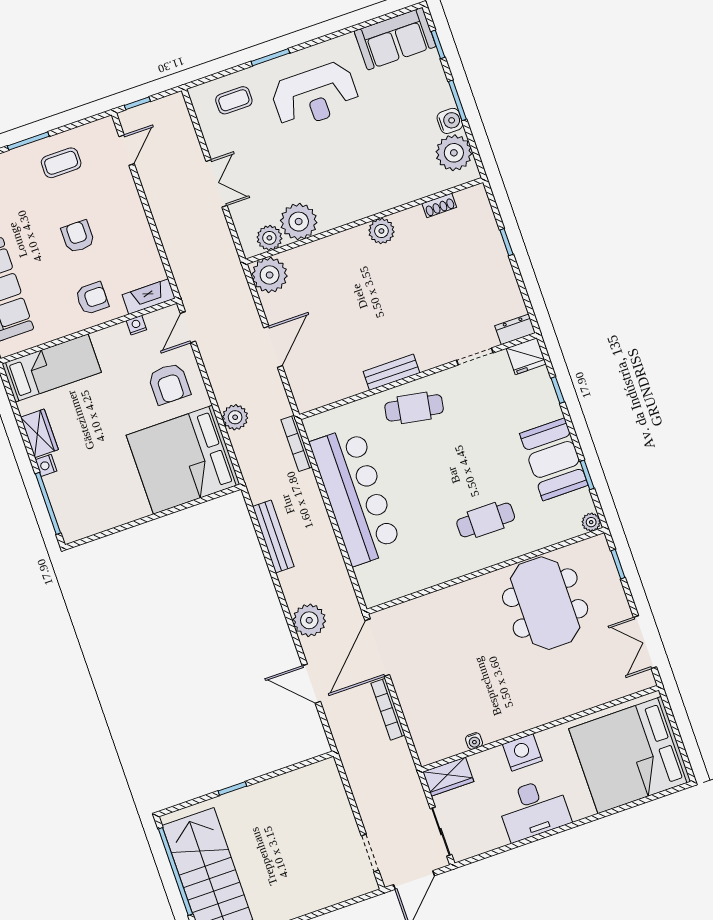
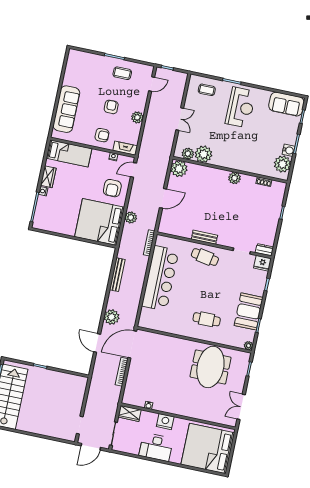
reception desk: (315, 95) -> (241, 107), turned -90
plant: (137, 227) -> (137, 117), added

